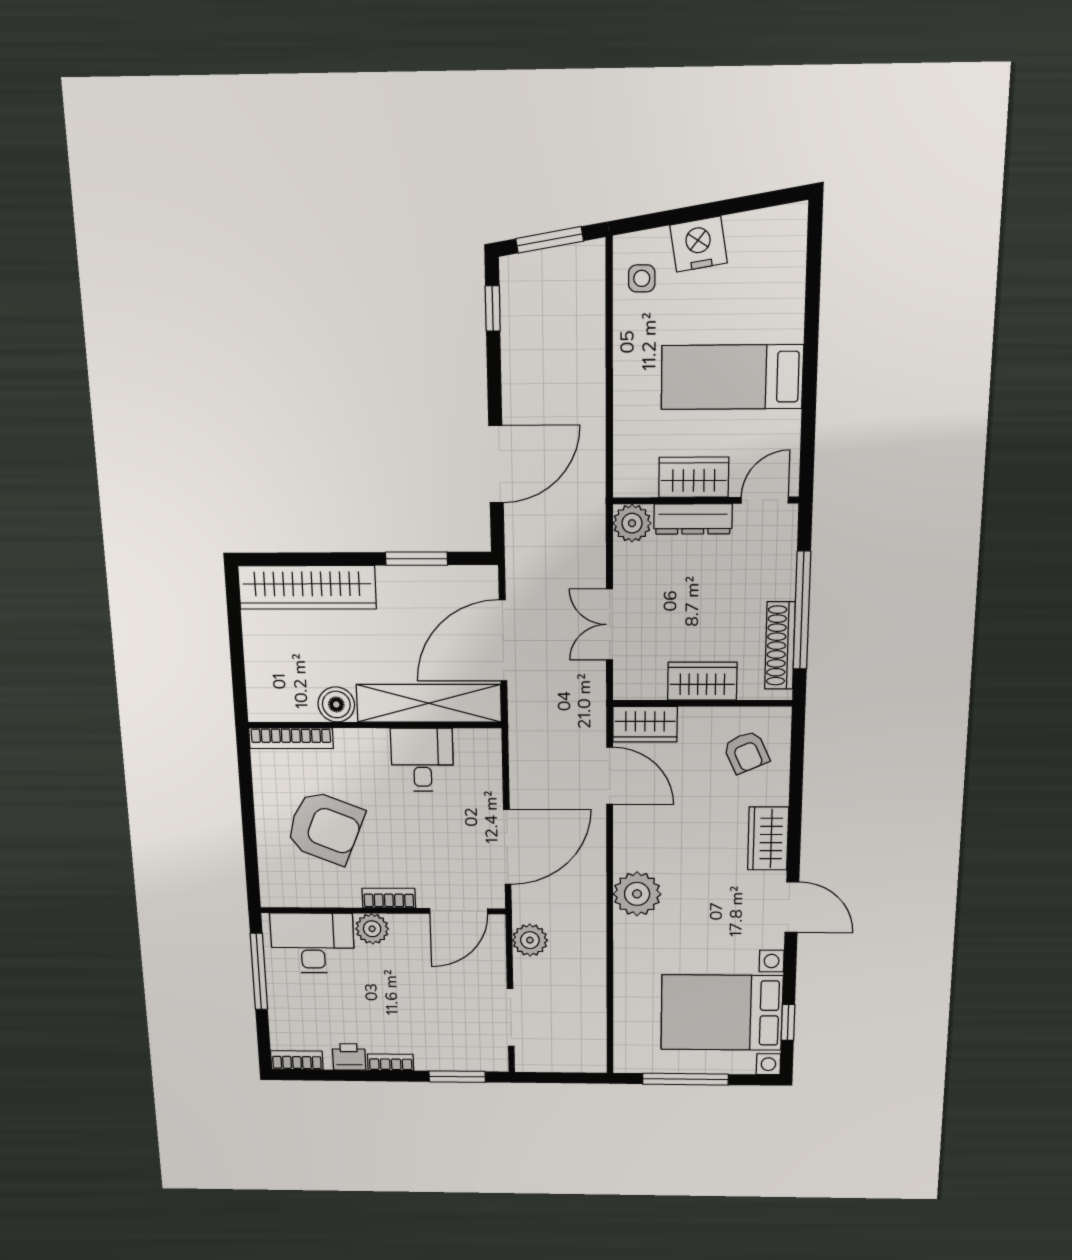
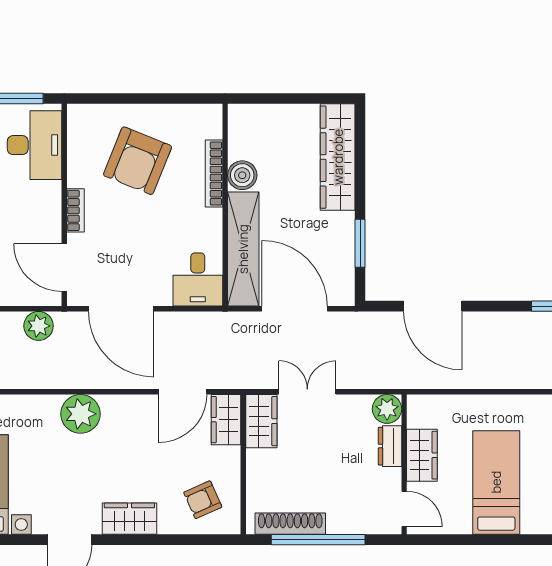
dresser: (693, 519) -> (390, 446), width x0.70
wardrobe: (702, 681) -> (261, 421), moved
bookcase: (291, 738) -> (214, 173), moved
desk: (422, 760) -> (198, 279), moved, turned 90
plant: (372, 929) -> (48, 195), removed

